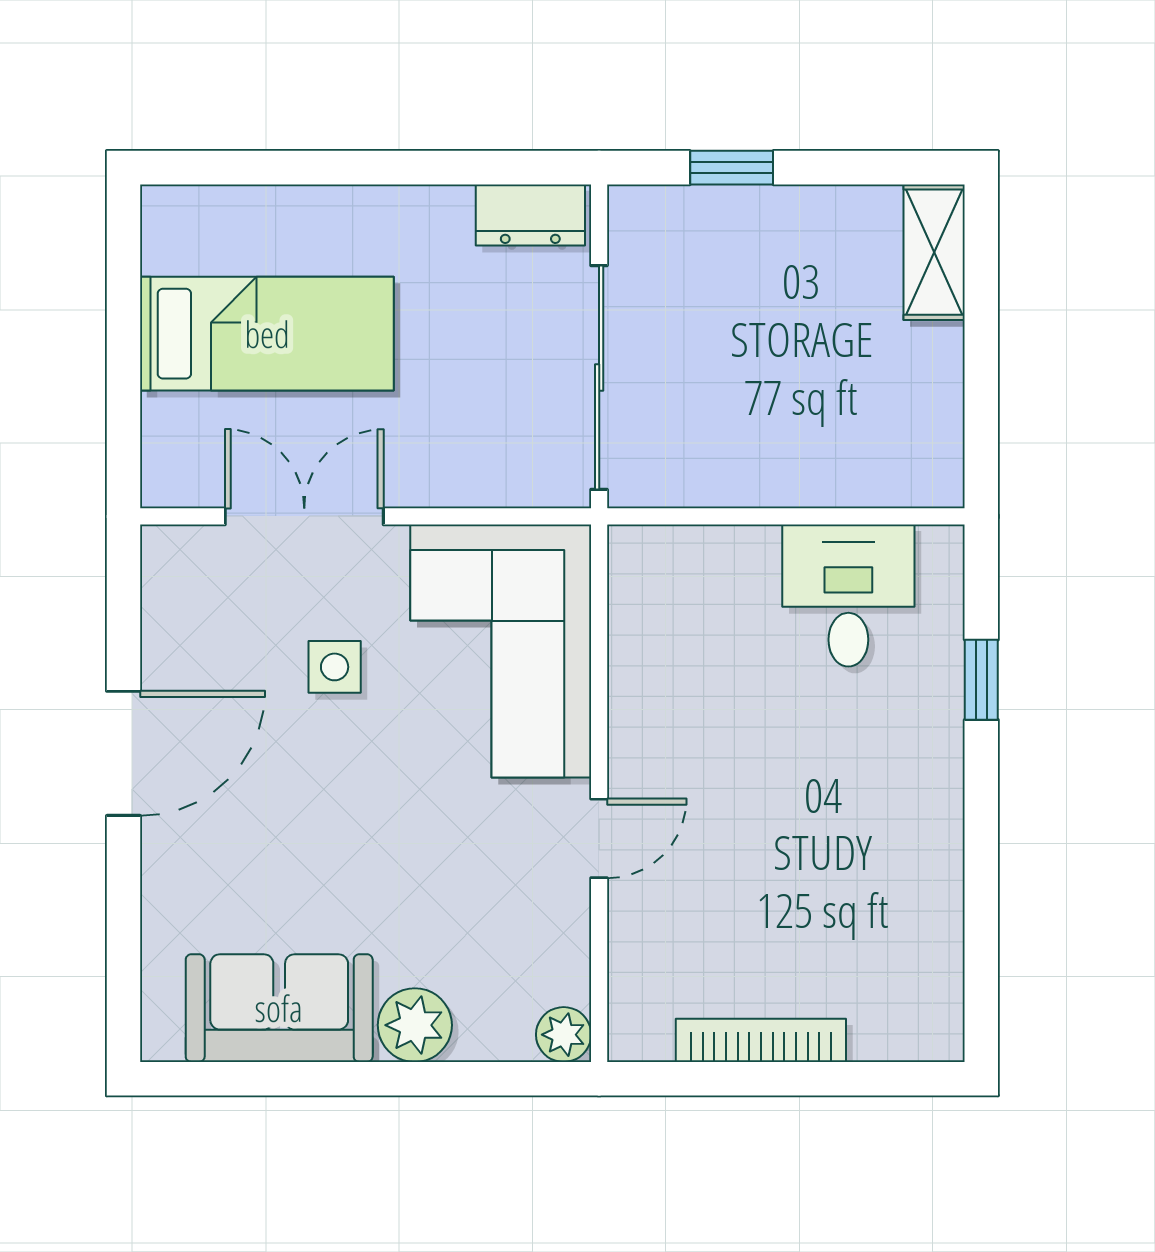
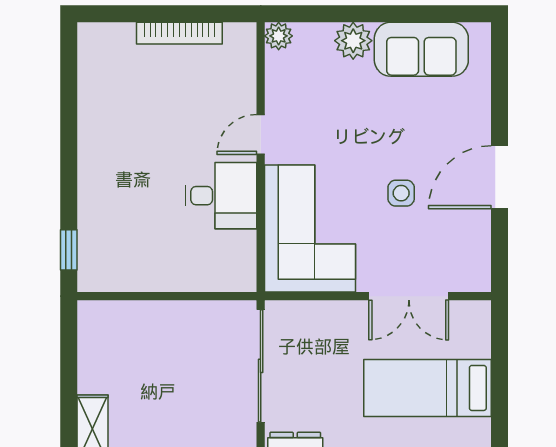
desk: (848, 596) -> (221, 196), moved, turned -90
side table: (335, 667) -> (401, 193), moved
window: (981, 680) -> (69, 250), moved

